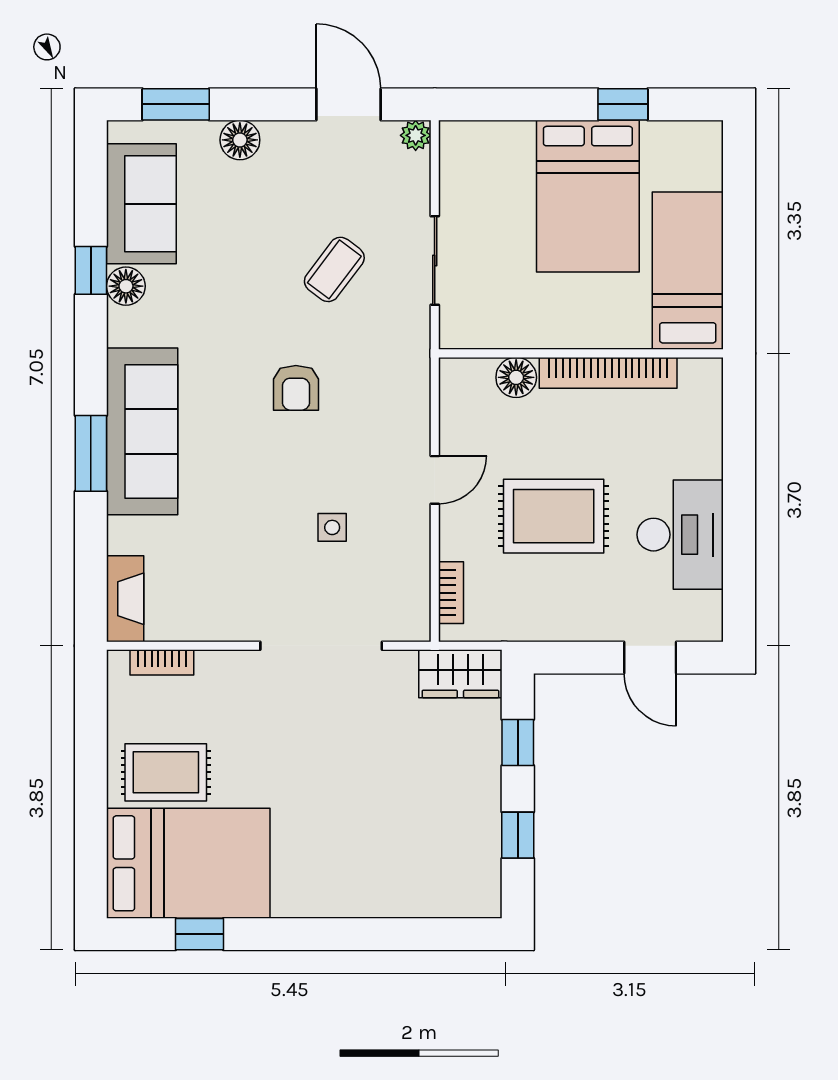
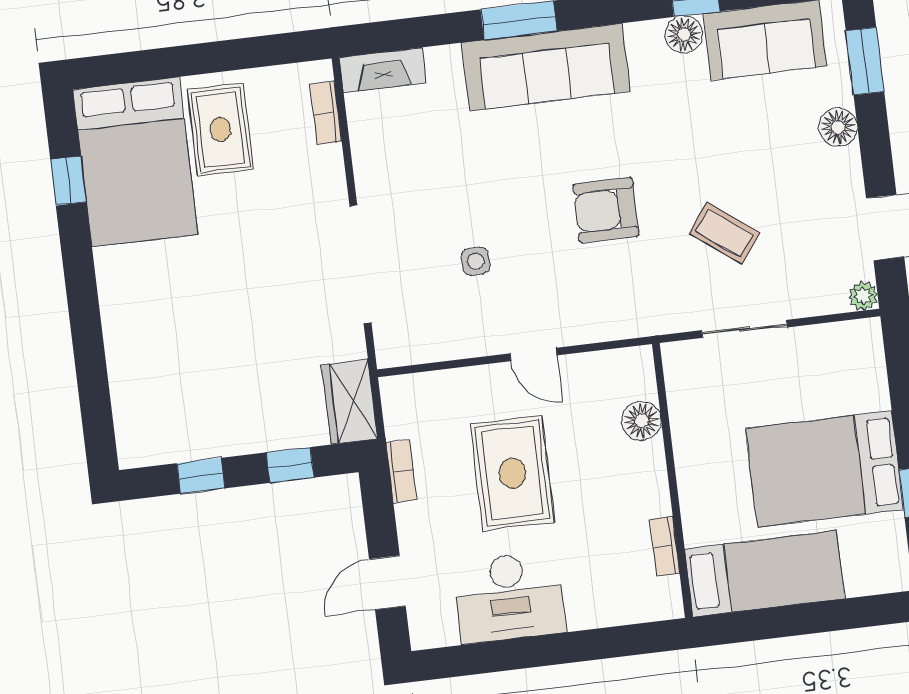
bookcase: (608, 373) -> (665, 546), width x0.43, depth x0.76
armchair: (296, 388) -> (606, 210), width x1.38, depth x1.38
bookcase: (451, 593) -> (401, 471), moved, turned -90

